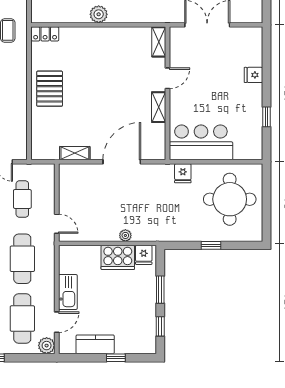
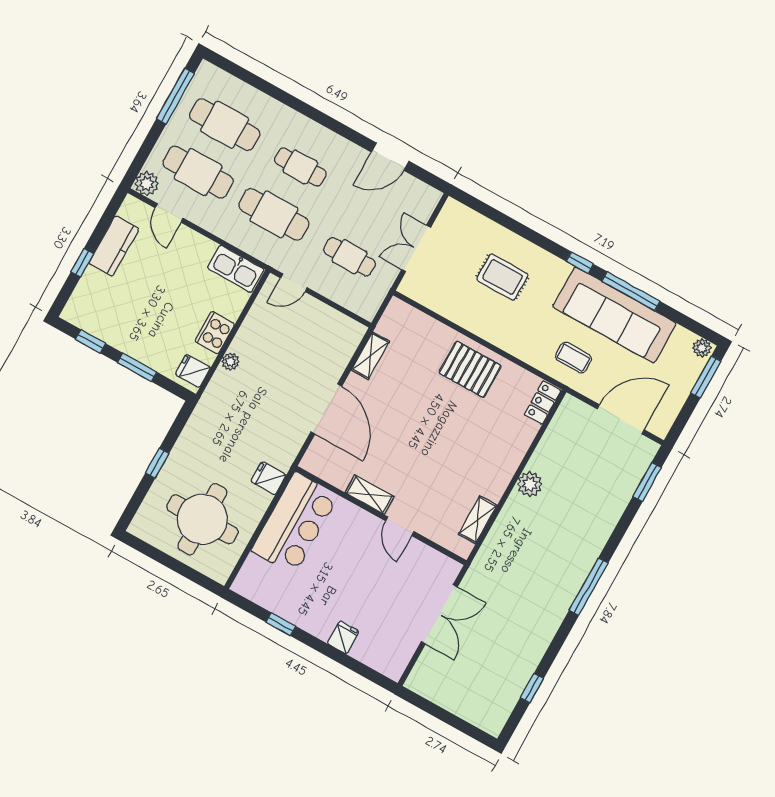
shelving: (159, 42) -> (478, 520), moved, turned 90
cooker: (118, 257) -> (215, 333), width x0.73, depth x0.76
kitchen sink: (68, 292) -> (236, 269), moved

